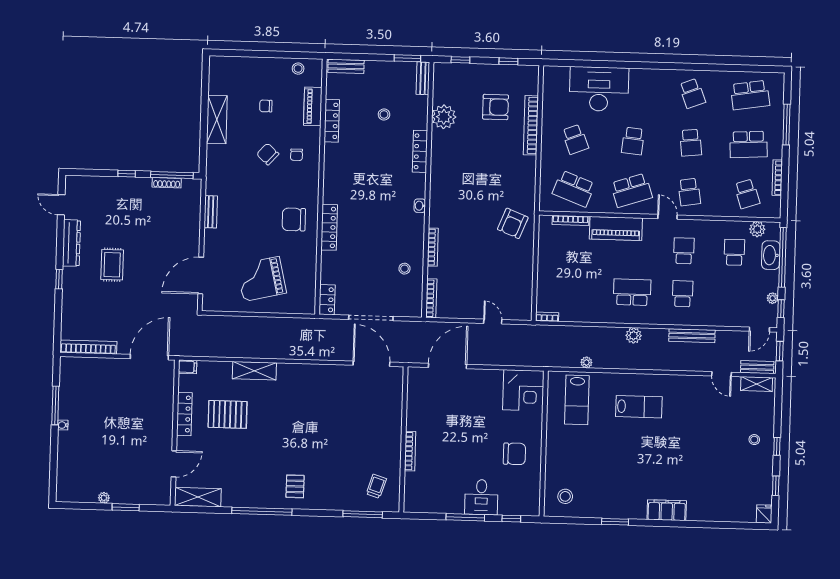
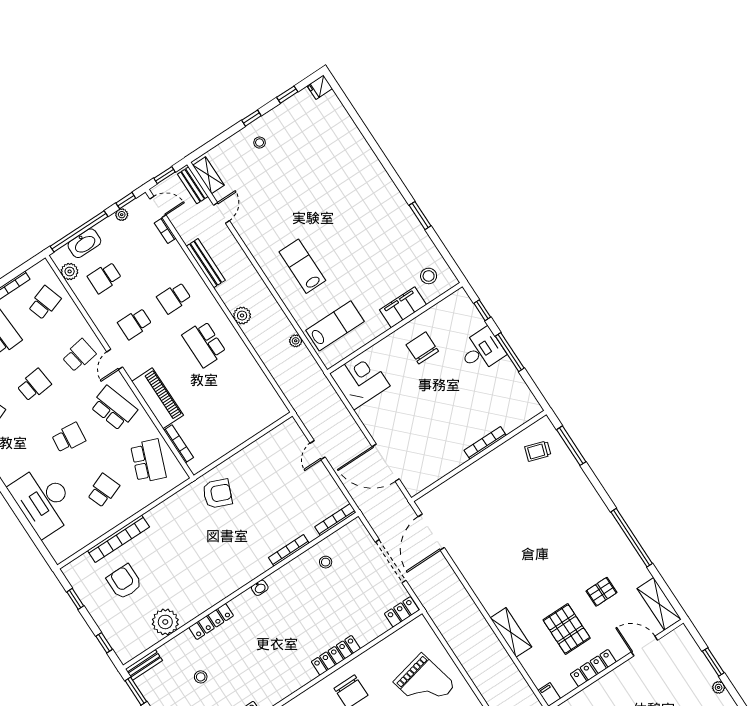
bookcase: (547, 317) -> (165, 231), moved
pallet: (295, 486) -> (601, 592), moved
filing cabinet: (667, 510) -> (403, 307), moved, turned 90

